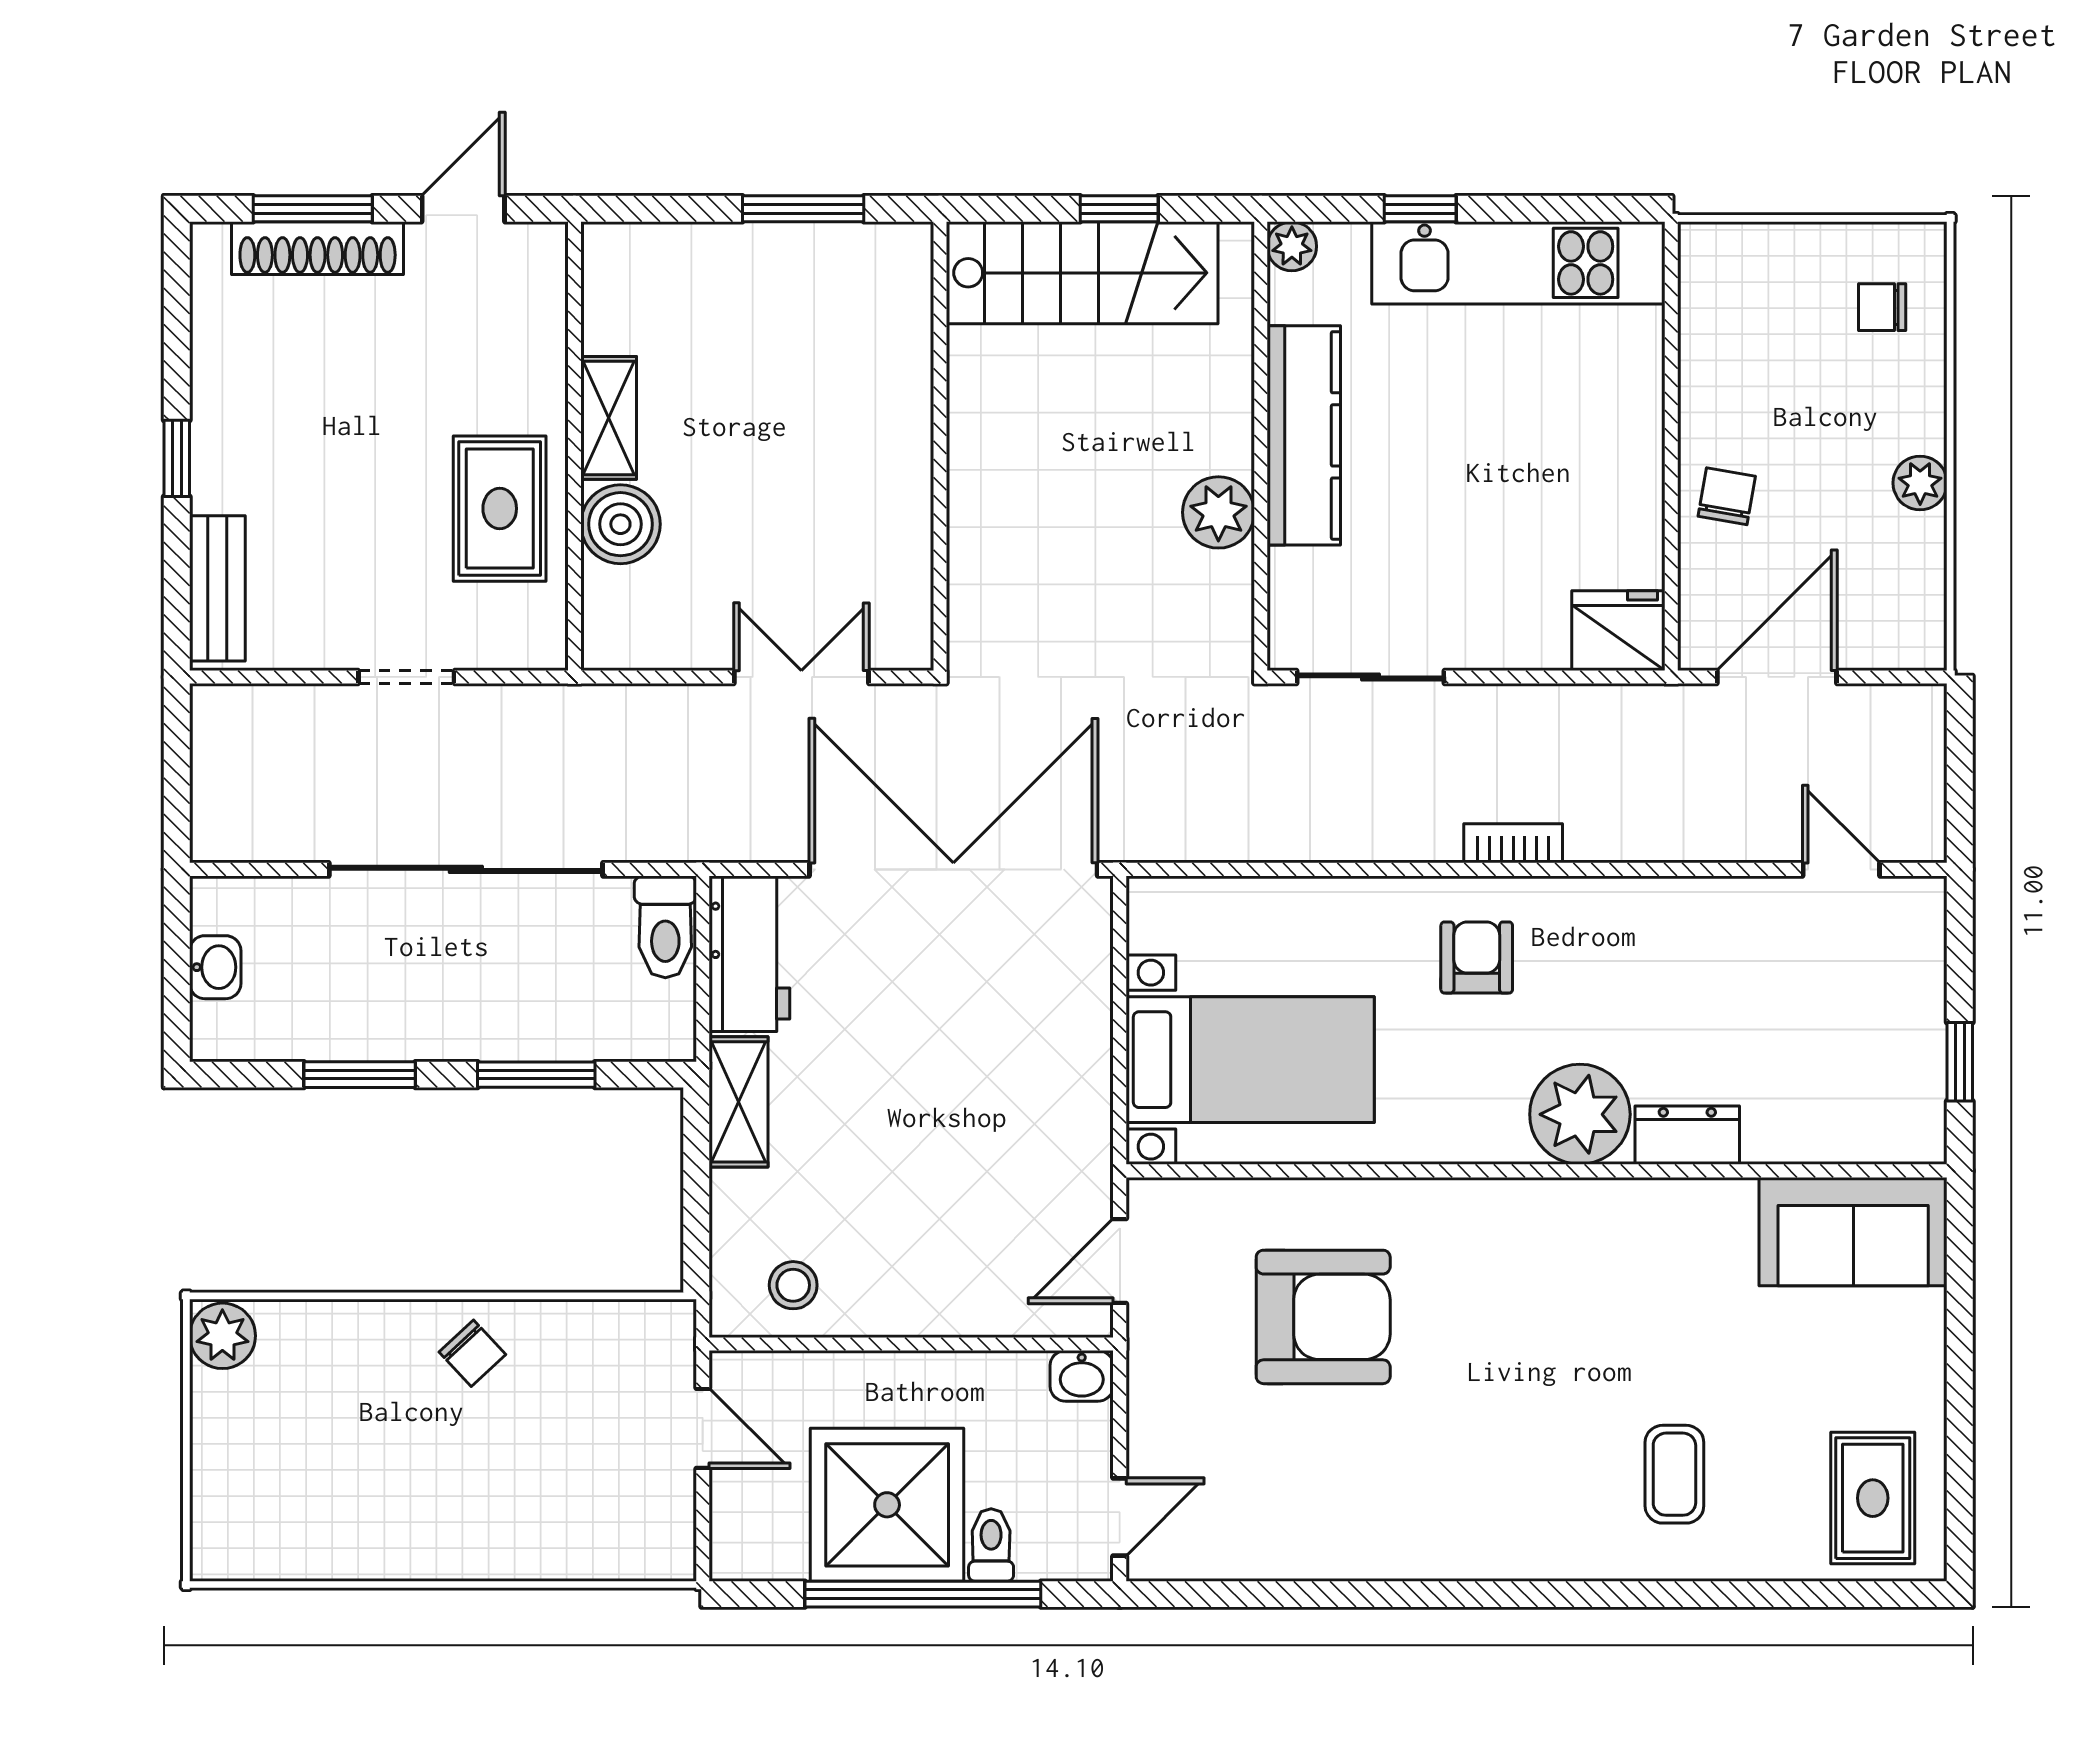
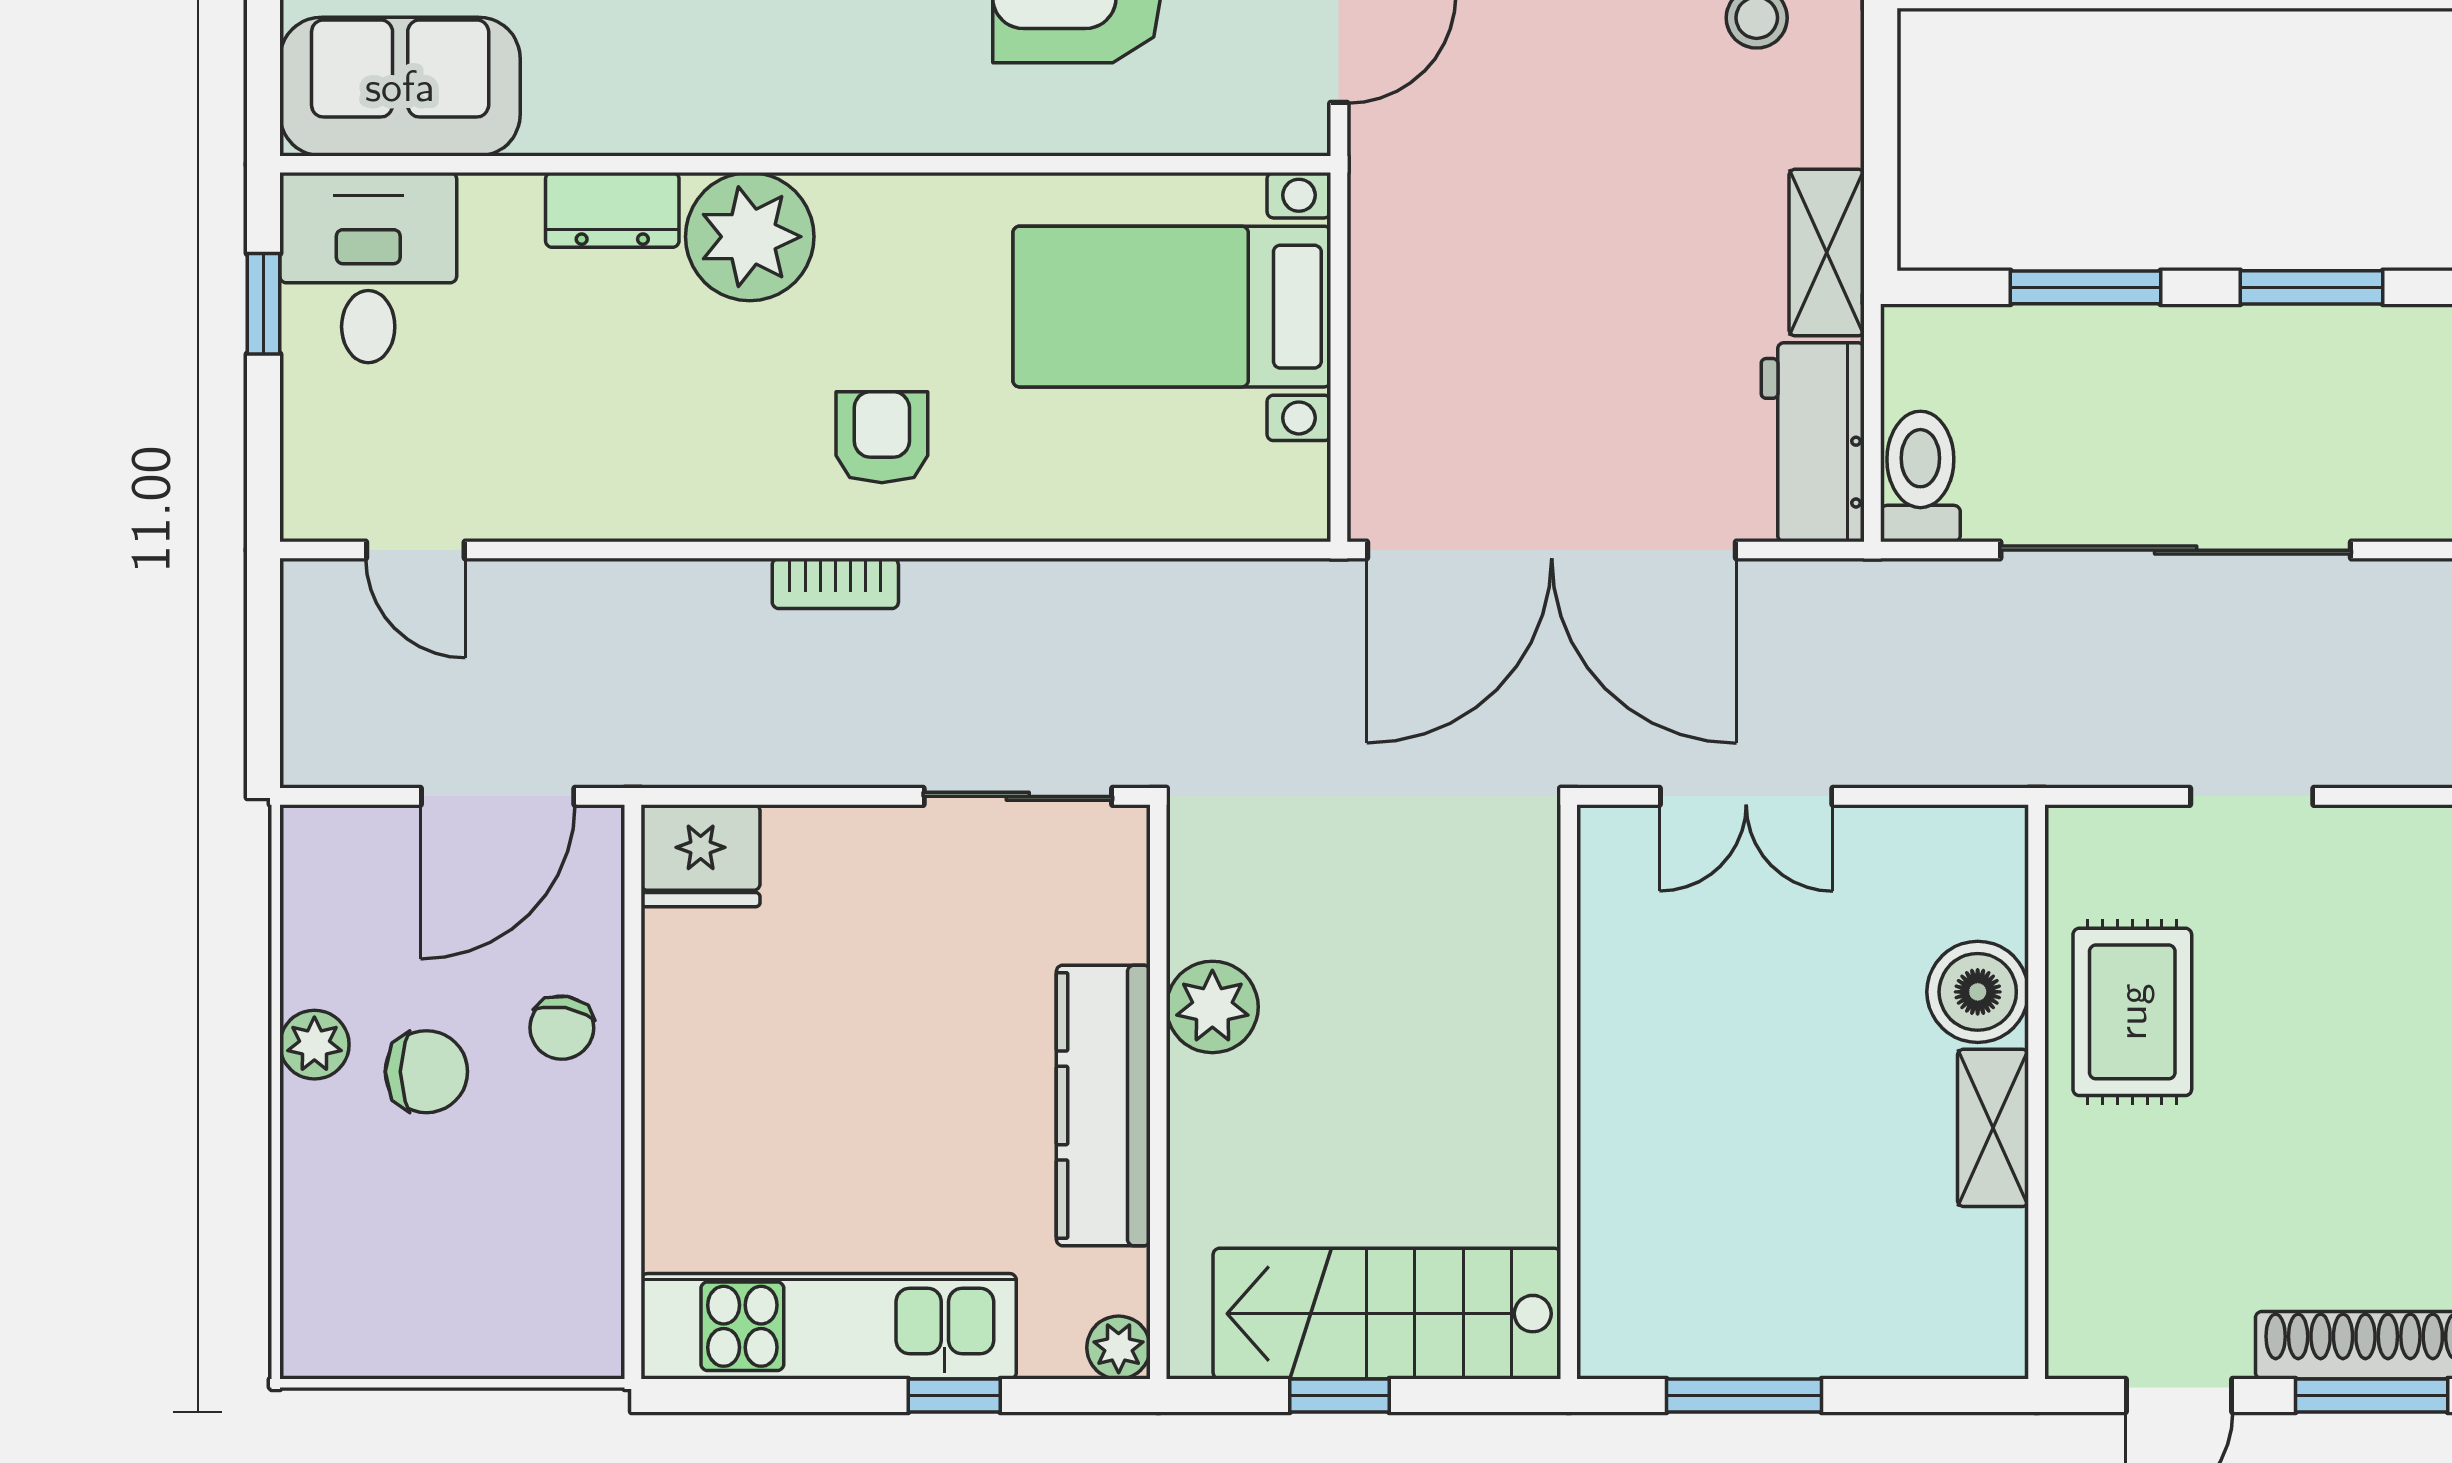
chair: (1882, 307) -> (426, 1072), moved, width x1.37, depth x1.37
armchair: (1477, 958) -> (882, 437), turned 180
desk: (1878, 1090) -> (368, 268), added

